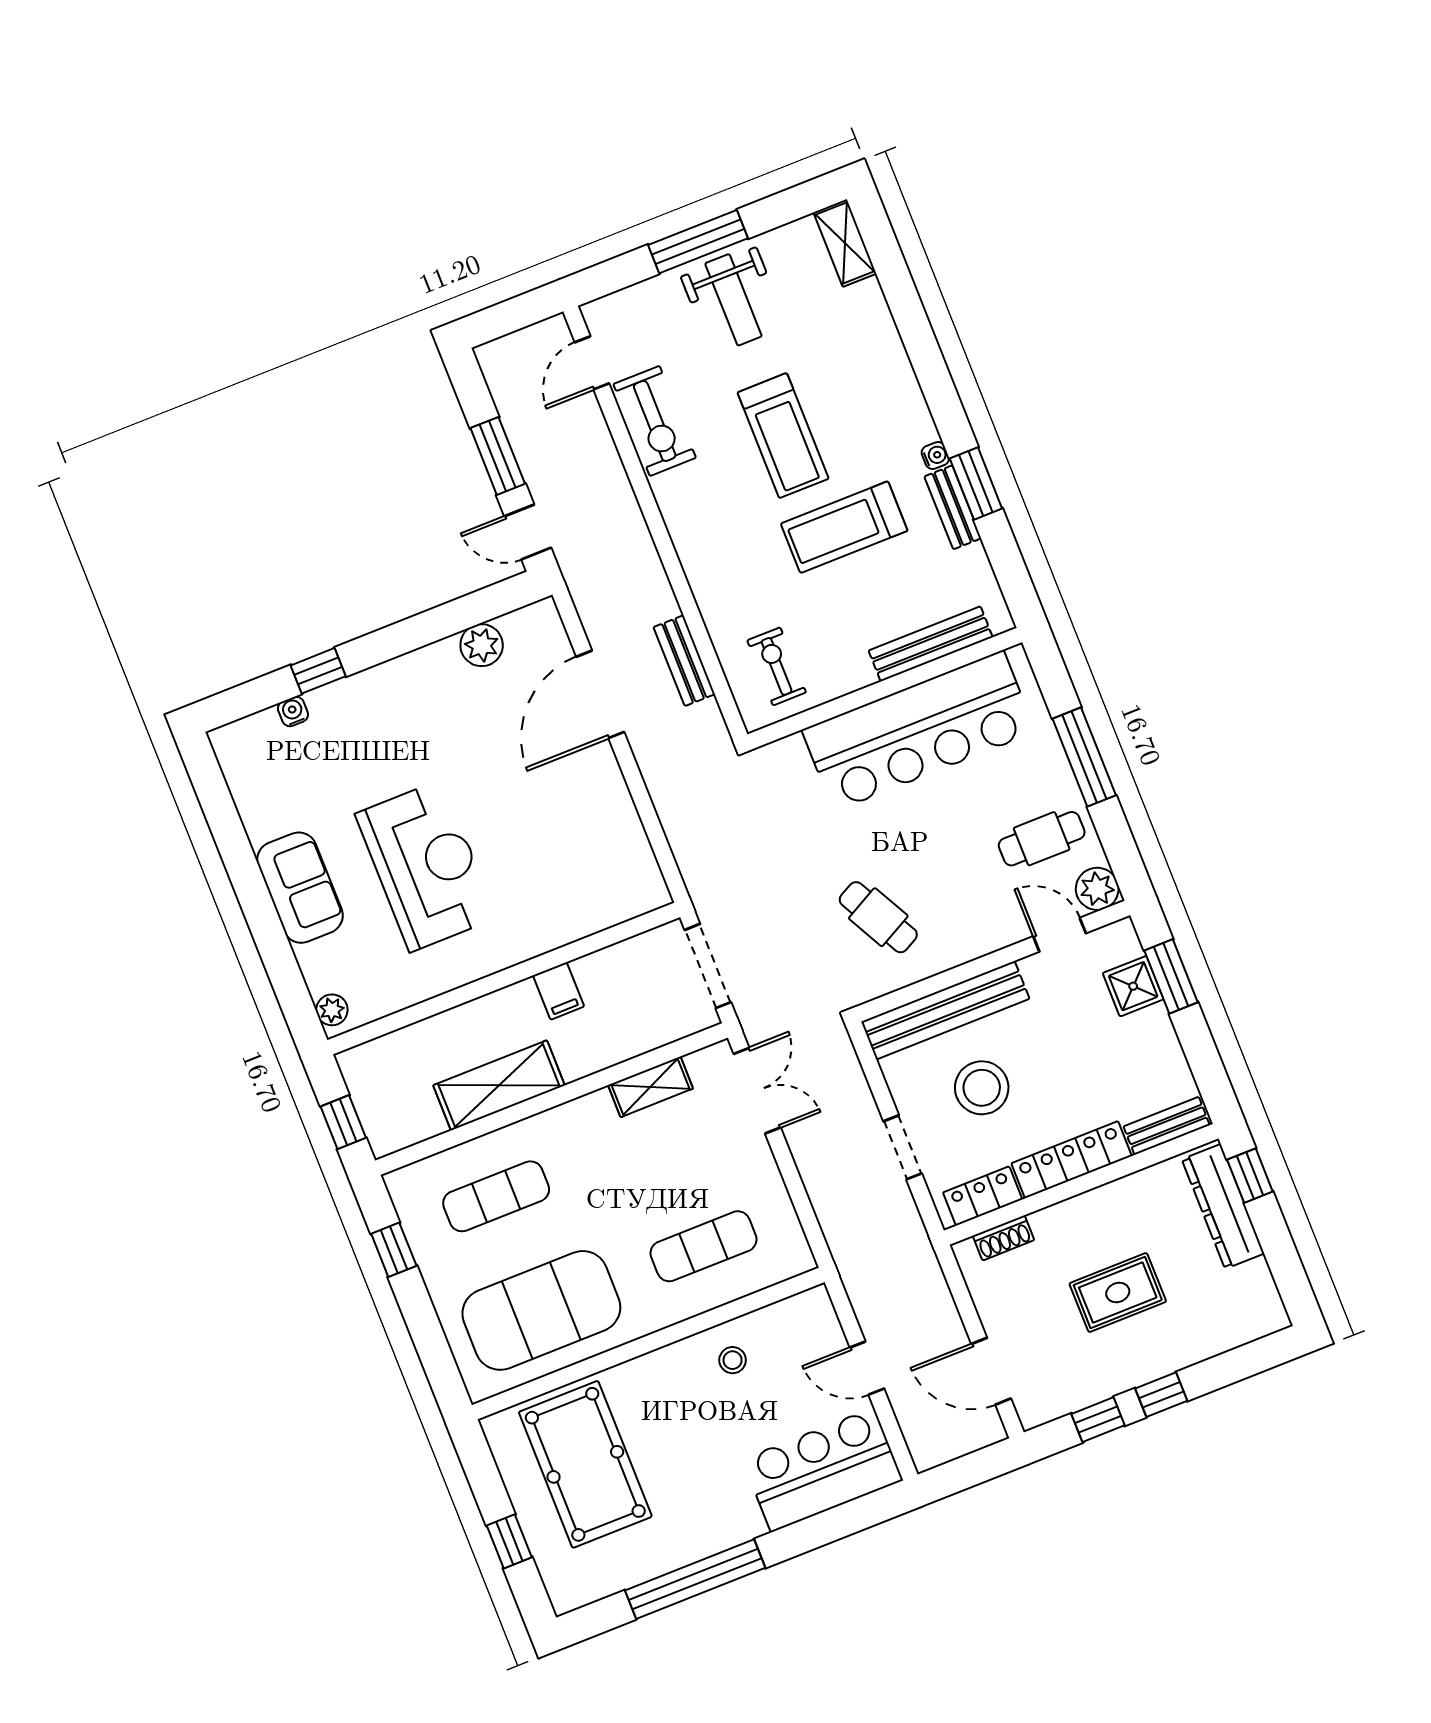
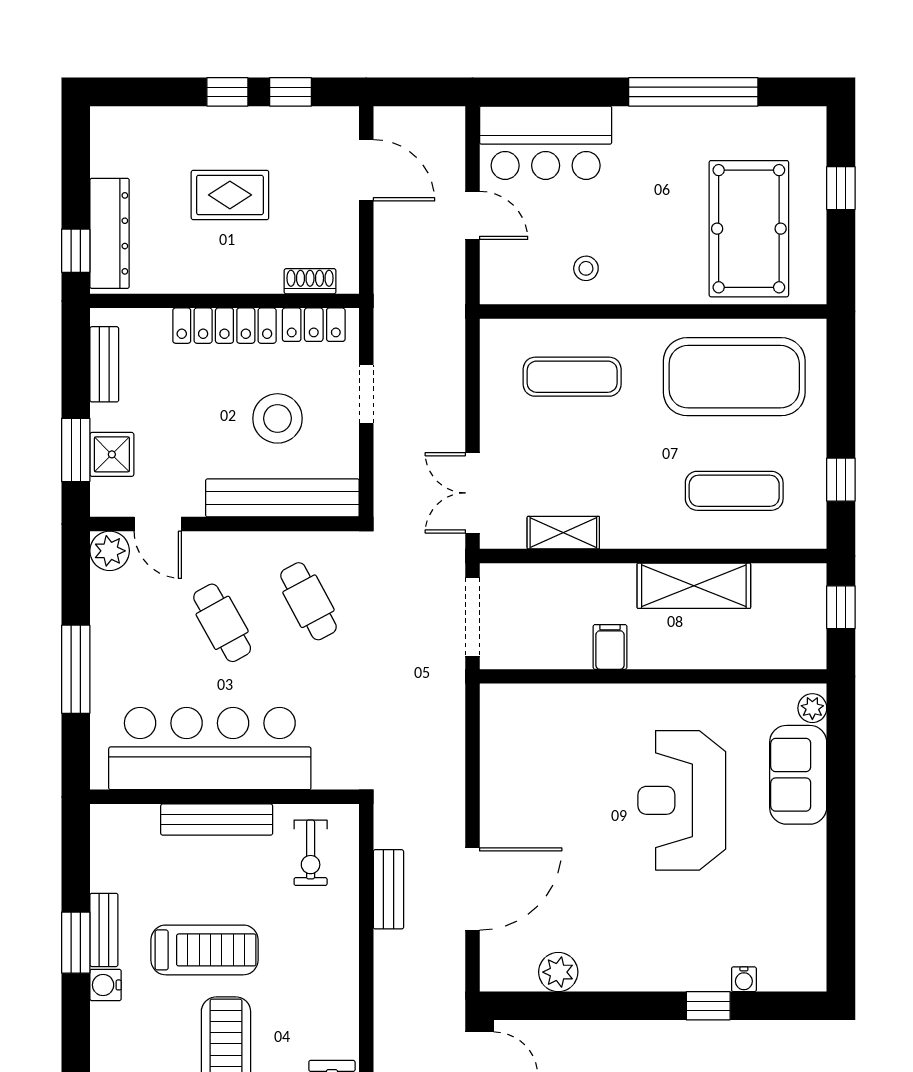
water cooler: (935, 455) -> (106, 985), width x1.38, depth x1.38
bench: (931, 644) -> (217, 820), moved
cafe table: (1042, 839) -> (222, 623), moved, turned 61
sofa: (300, 888) -> (798, 775), moved
bench: (1167, 1126) -> (104, 364), moved, turned 90

